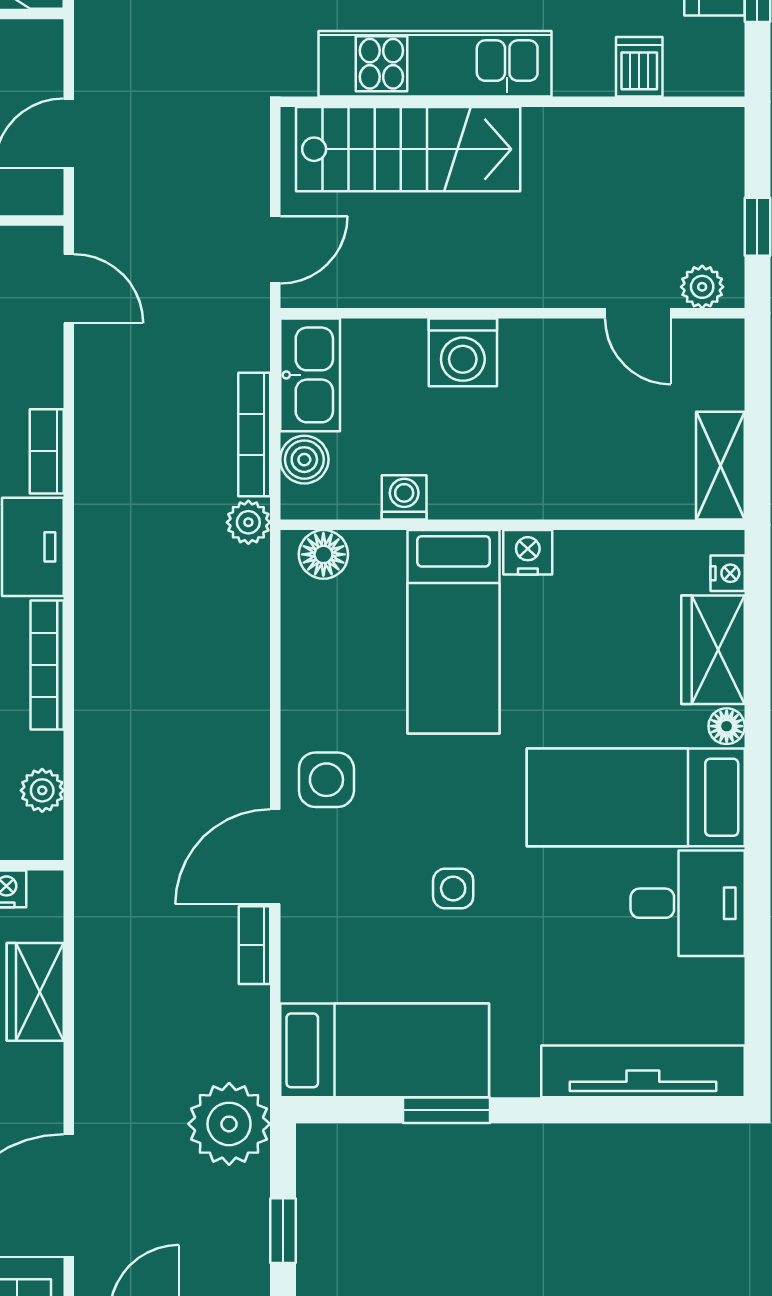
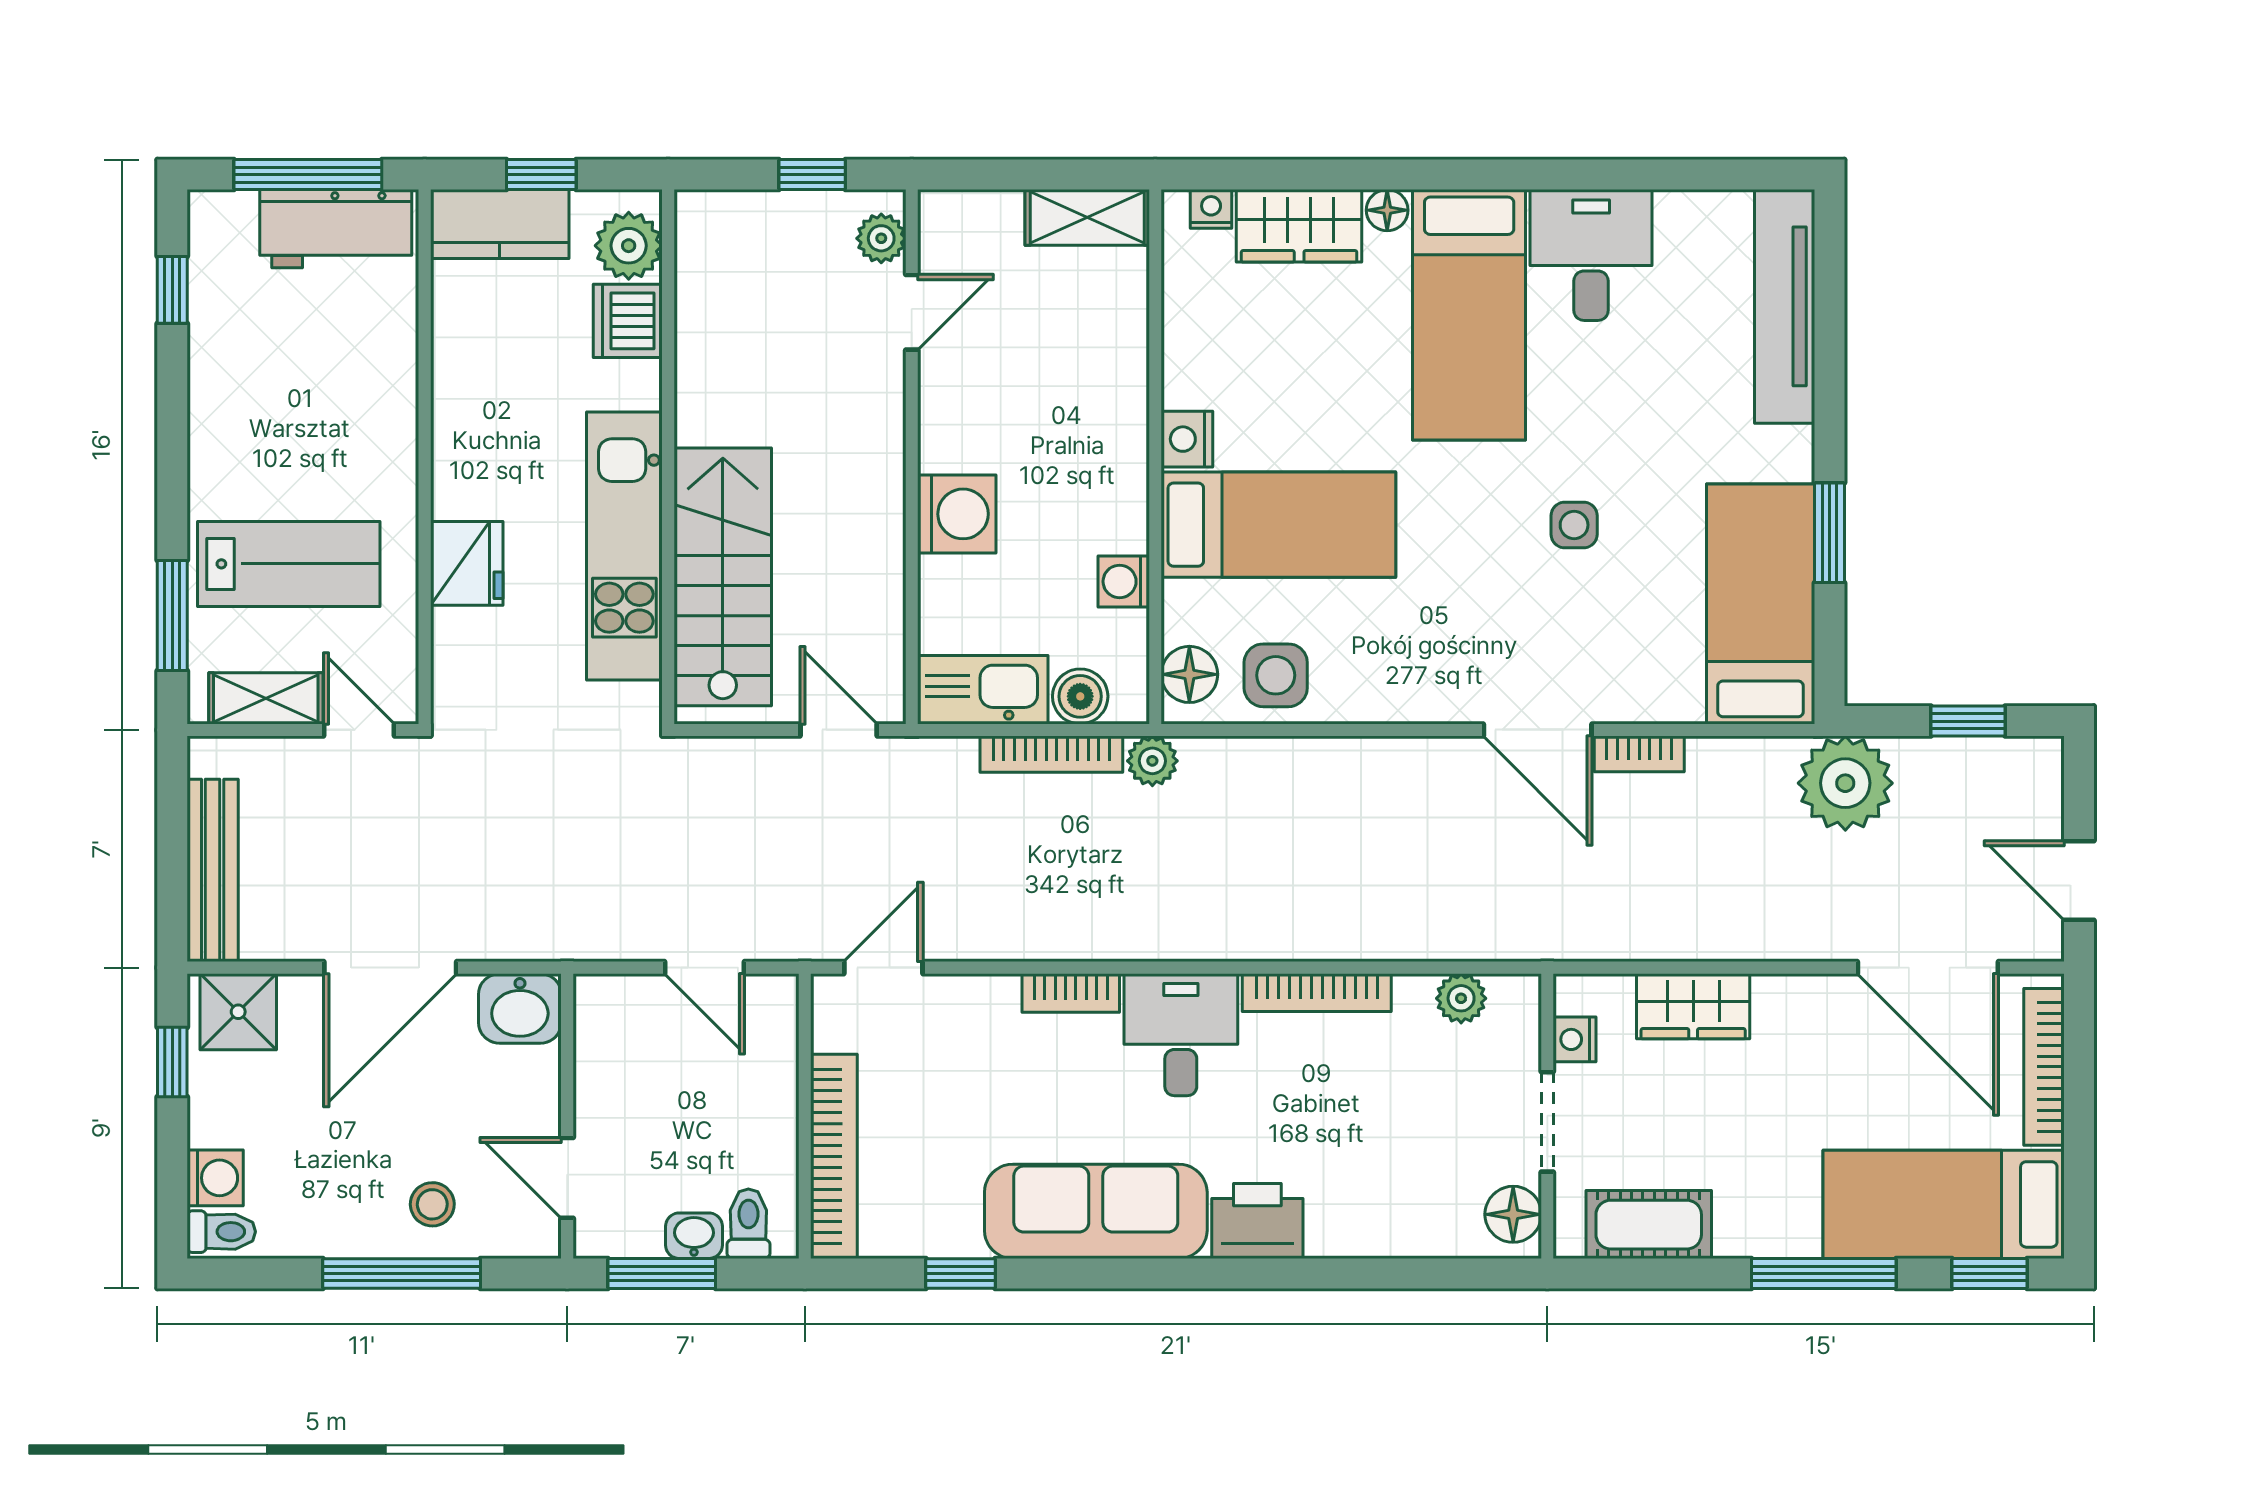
dishwasher: (639, 67) -> (628, 321), width x1.38
plant: (696, 67) -> (629, 246), added
side table: (326, 780) -> (1276, 675), moved

